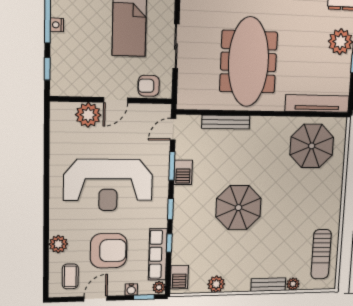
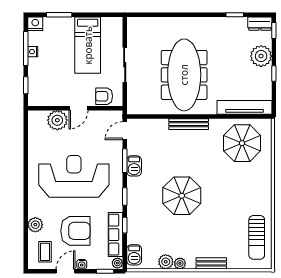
bench: (226, 122) -> (189, 124), moved
reception desk: (108, 185) -> (74, 176), turned 180
plant: (293, 284) -> (180, 263), moved
water cooler: (131, 289) -> (82, 264), moved

